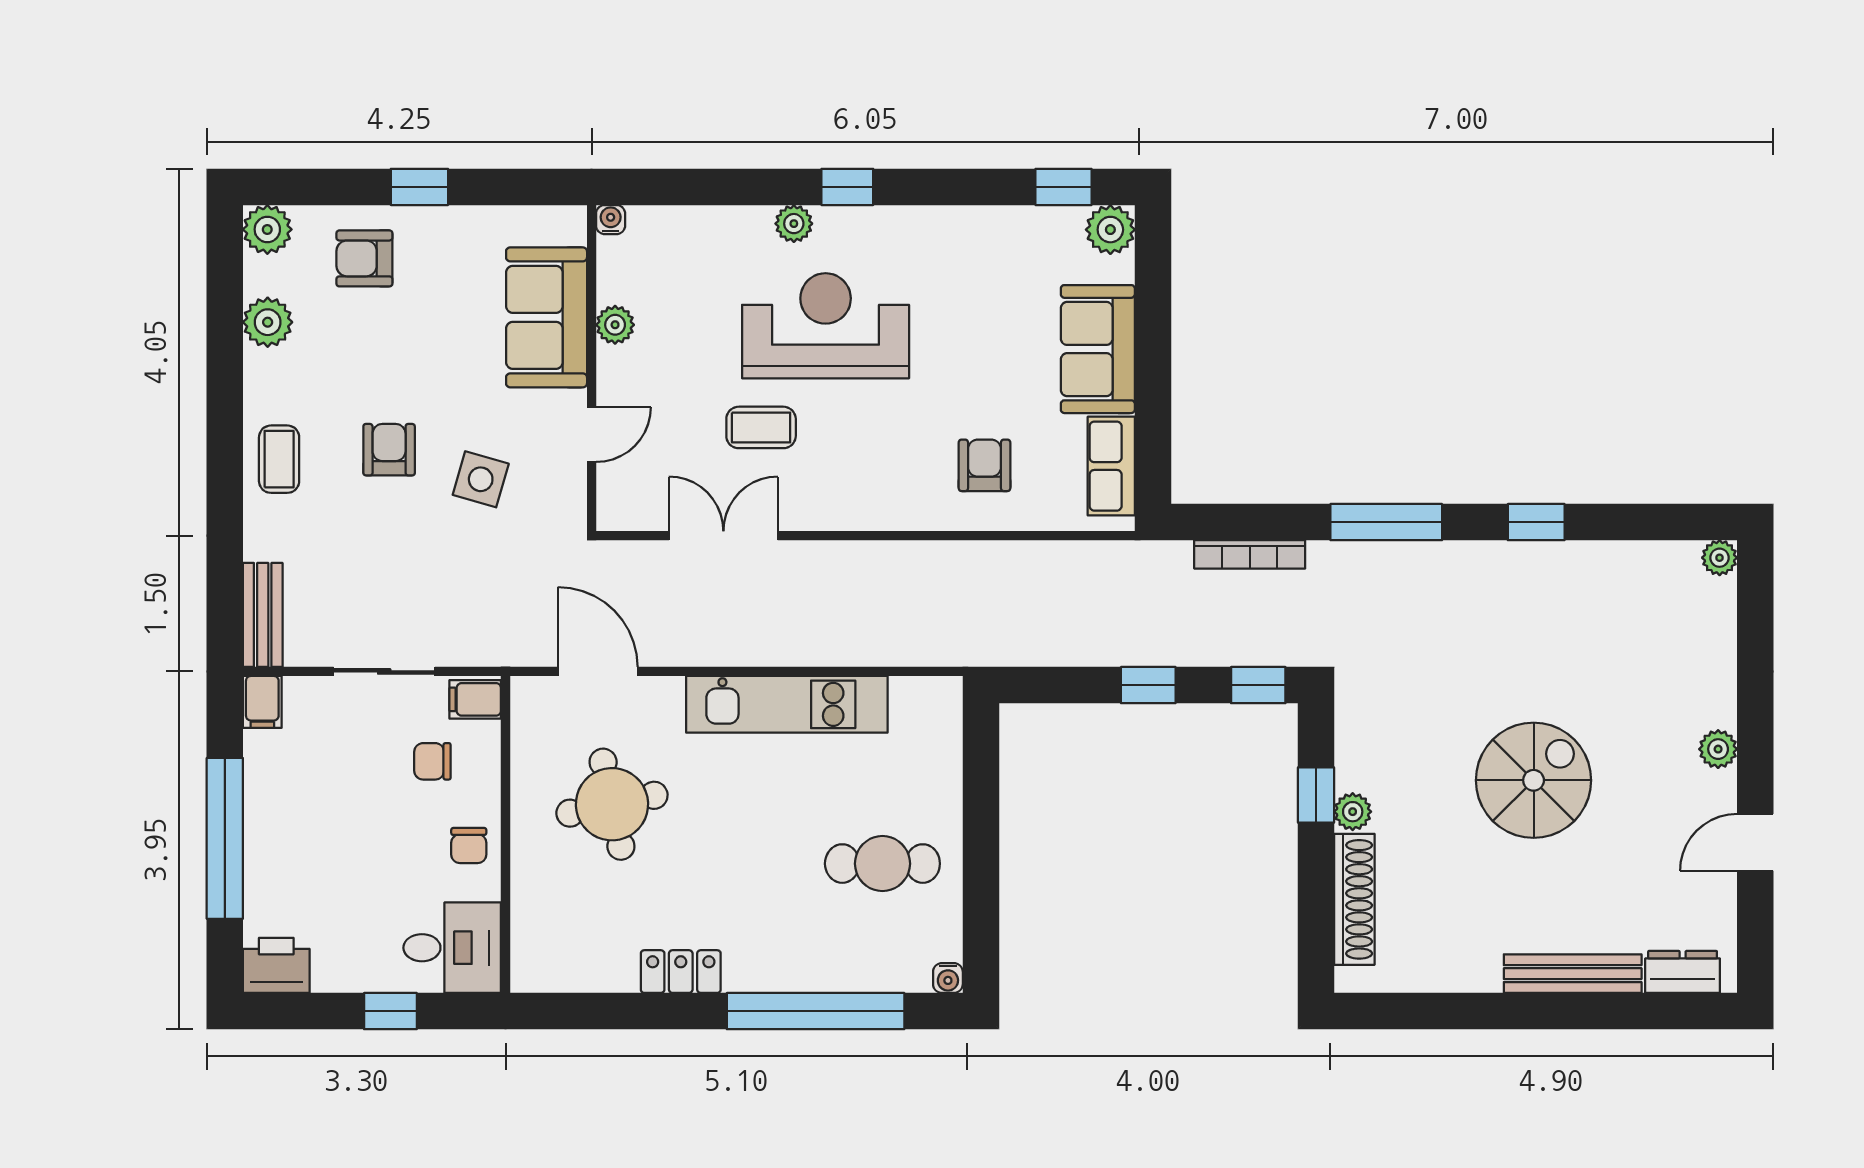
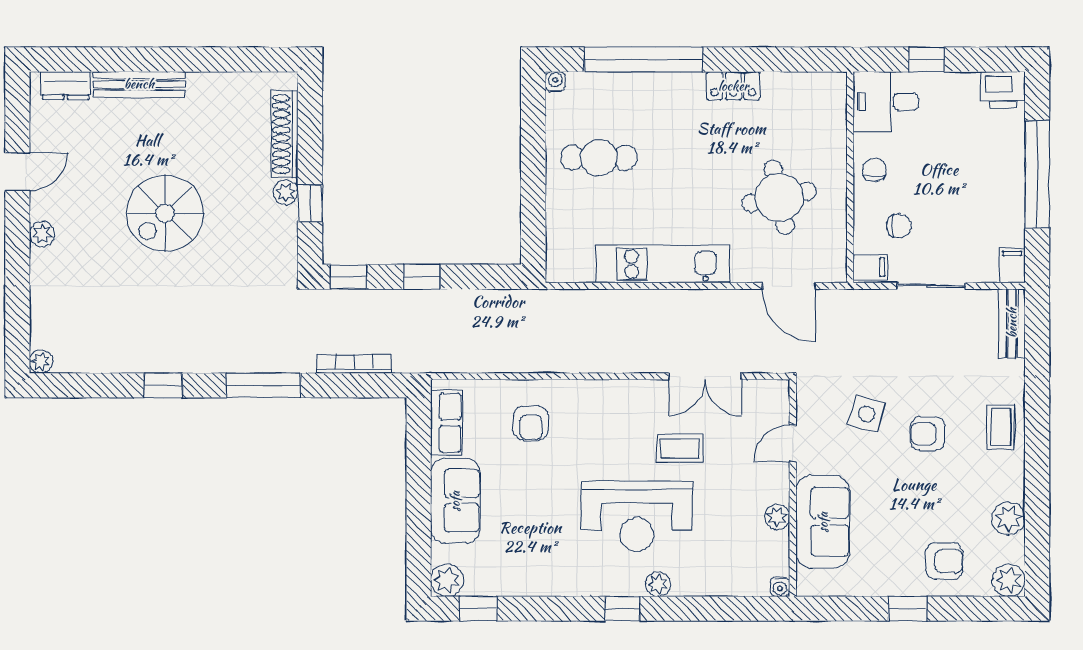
armchair: (389, 450) -> (928, 434), turned 90

